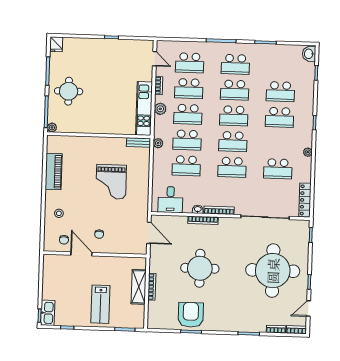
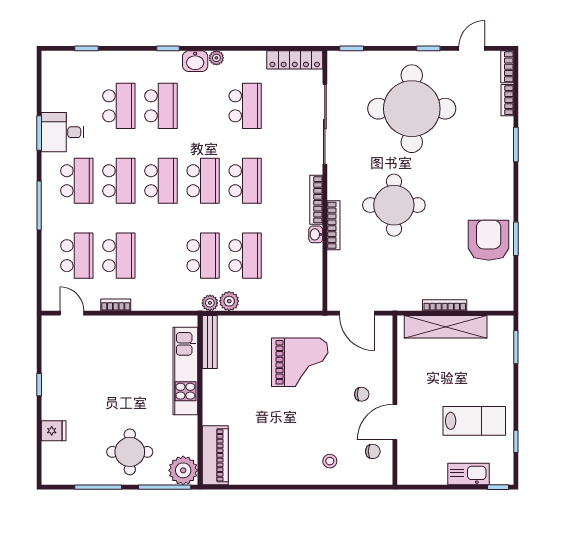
fridge: (56, 44) -> (54, 431), moved
washbasin: (309, 54) -> (195, 61), moved
door: (155, 59) -> (72, 313), hinge flipped
kitchen unit: (144, 108) -> (185, 371), moved, turned 90
plant: (160, 109) -> (229, 301), moved
school desk: (188, 114) -> (161, 256), removed
plant: (52, 127) -> (183, 470), width x1.88, depth x1.88
bench: (139, 142) -> (210, 342), width x1.36
piano: (54, 172) -> (215, 455), moved, turned 90
grand piano: (111, 182) -> (300, 362), moved
desk: (170, 200) -> (63, 132), moved, turned 180
door: (149, 233) -> (357, 313), swing flipped
round table: (200, 268) -> (394, 205), moved
shelving: (139, 287) -> (446, 327), width x1.47
lab bench: (100, 304) -> (474, 421), moved
door: (308, 309) -> (472, 48), swing flipped
kitchen sink: (48, 313) -> (469, 474), moved
armchair: (191, 315) -> (489, 240), turned 90

